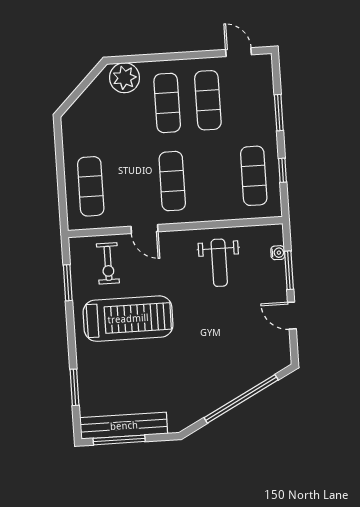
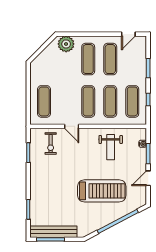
door: (239, 52) -> (128, 34), swing flipped
exercise mat: (213, 178) -> (110, 101), added
door: (292, 316) -> (148, 178), hinge flipped
treadmill: (128, 319) -> (102, 191), moved

